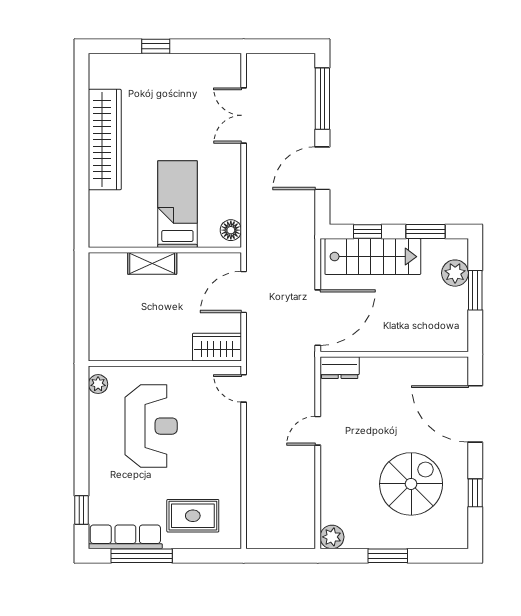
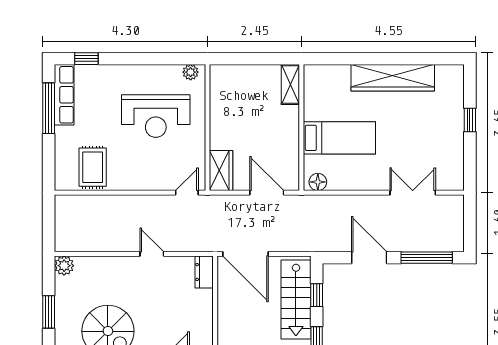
shelving: (152, 263) -> (290, 84), moved
rug: (193, 516) -> (93, 167), moved

